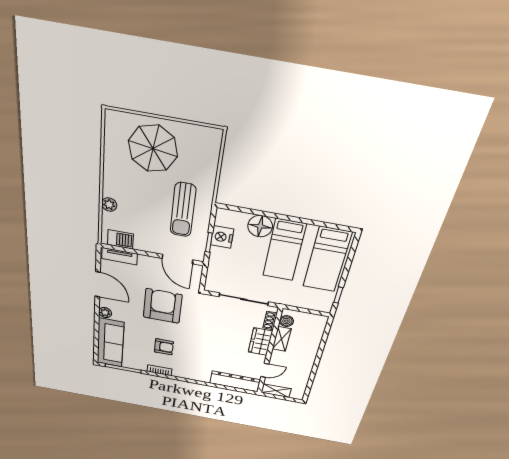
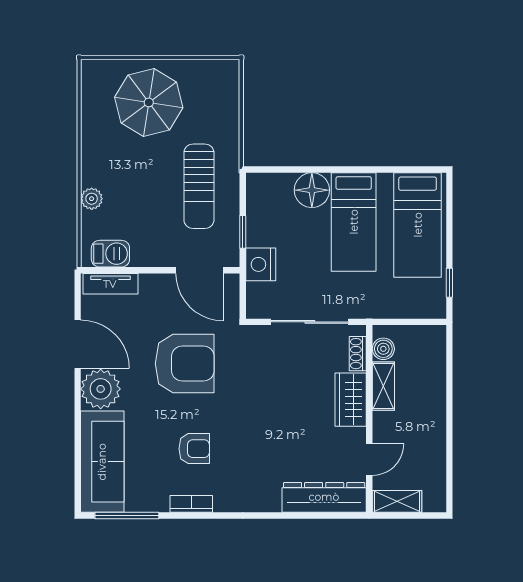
nightstand: (222, 237) -> (261, 264), moved
armchair: (163, 306) -> (185, 364), turned 90
plant: (105, 313) -> (101, 389), width x1.88, depth x1.88

